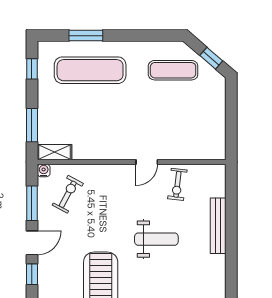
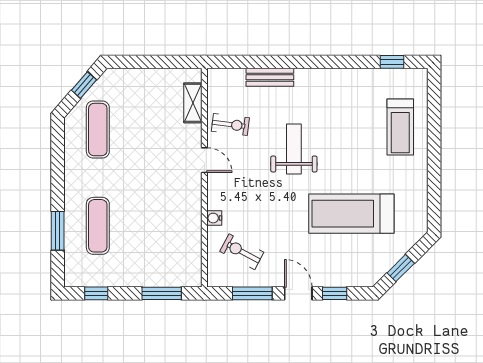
exercise mat: (90, 70) -> (98, 226), width x0.73, depth x0.69
shelving: (54, 152) -> (193, 103), moved
water cooler: (44, 171) -> (214, 218), moved
bench: (218, 226) -> (270, 77), width x0.73

